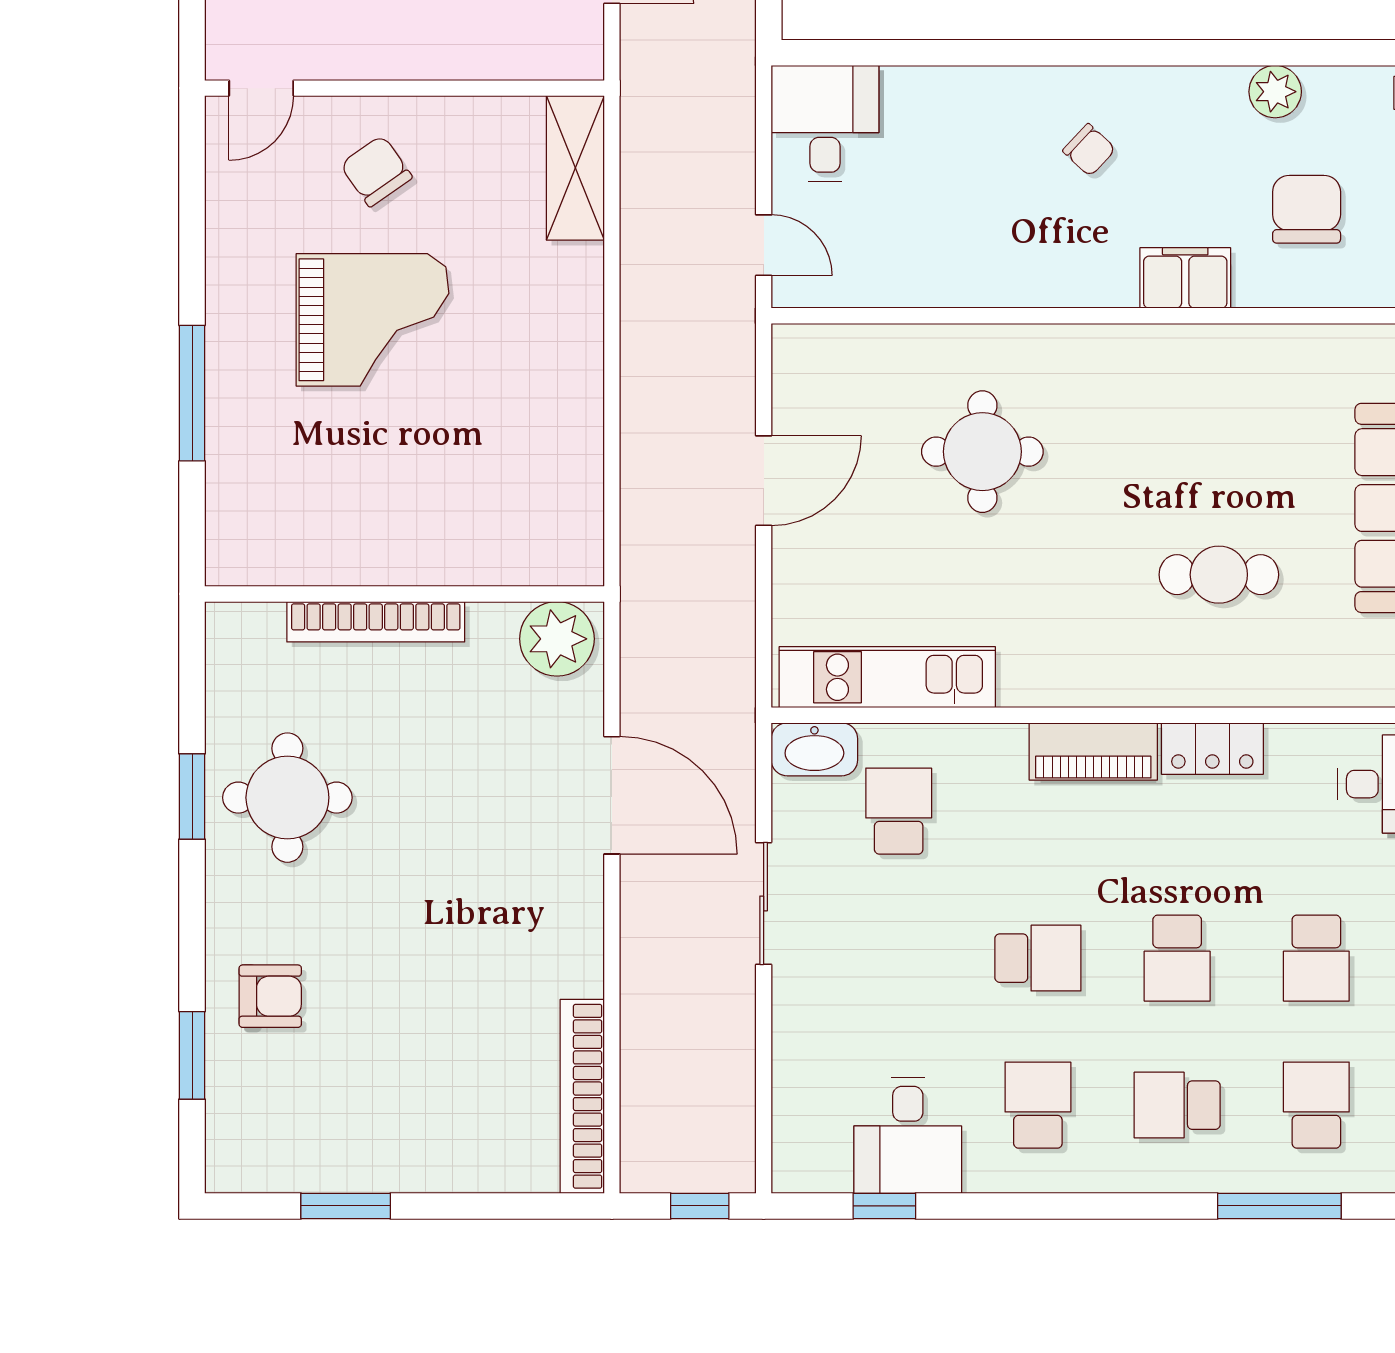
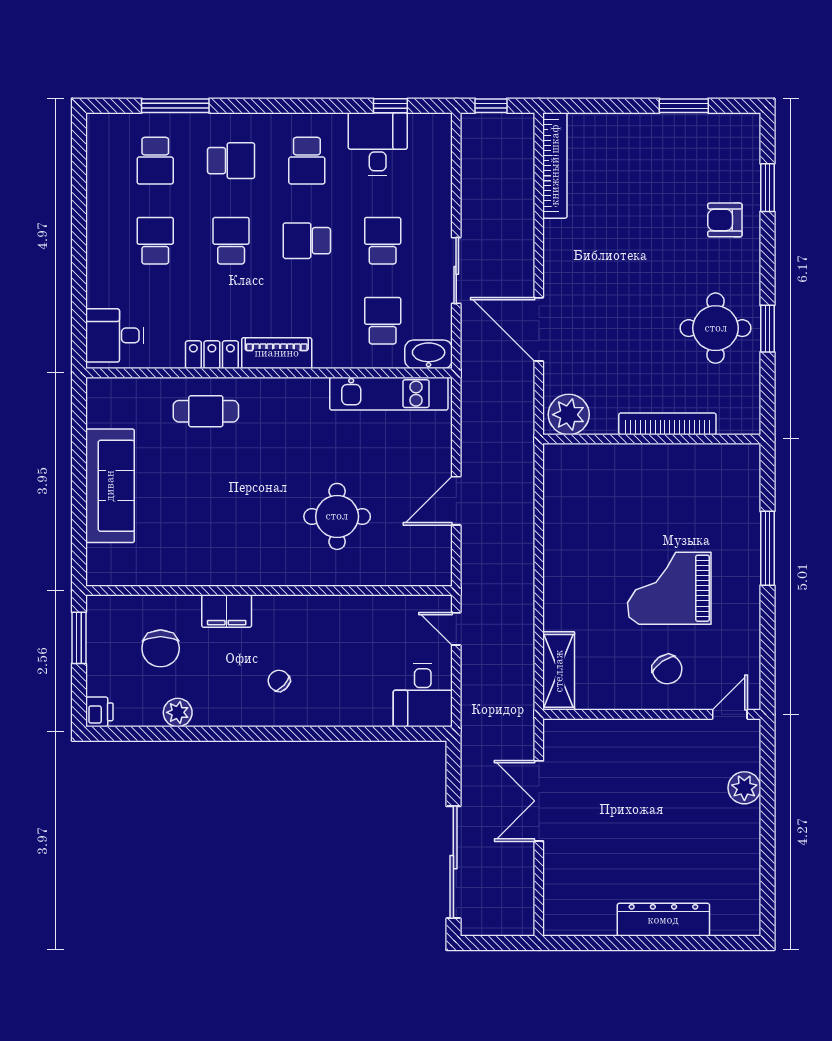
cafe table: (1219, 575) -> (206, 411), moved
school desk: (899, 811) -> (383, 321), turned 180
school desk: (899, 958) -> (383, 241), added

